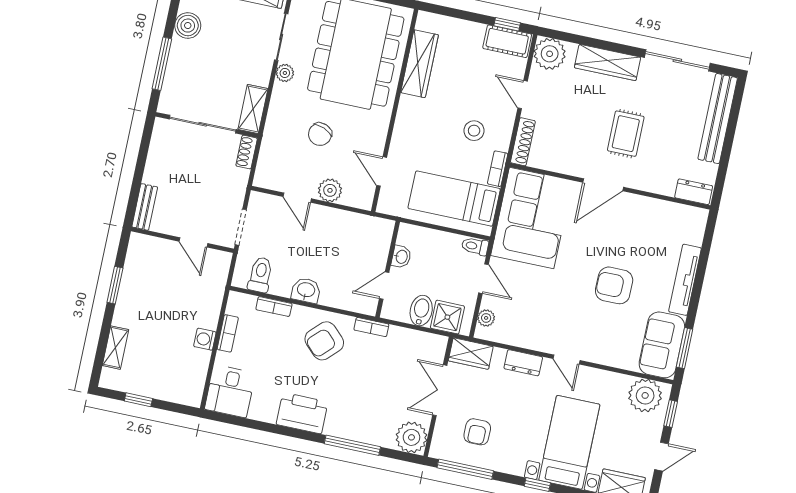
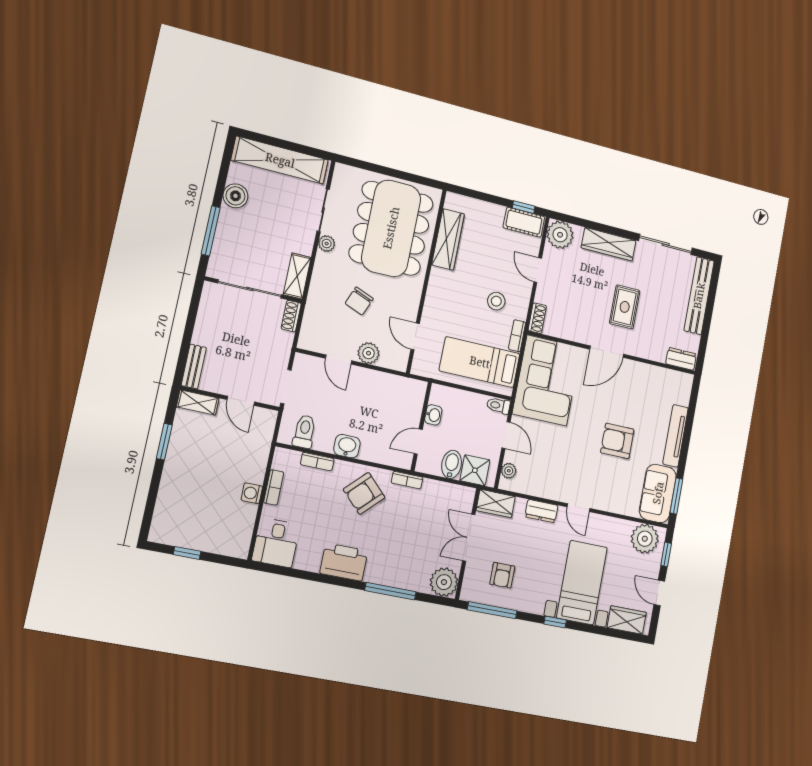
shoe rack: (523, 142) -> (537, 318), width x0.70
shelving: (115, 348) -> (198, 403), moved, turned 90
door: (661, 457) -> (659, 593), swing flipped

